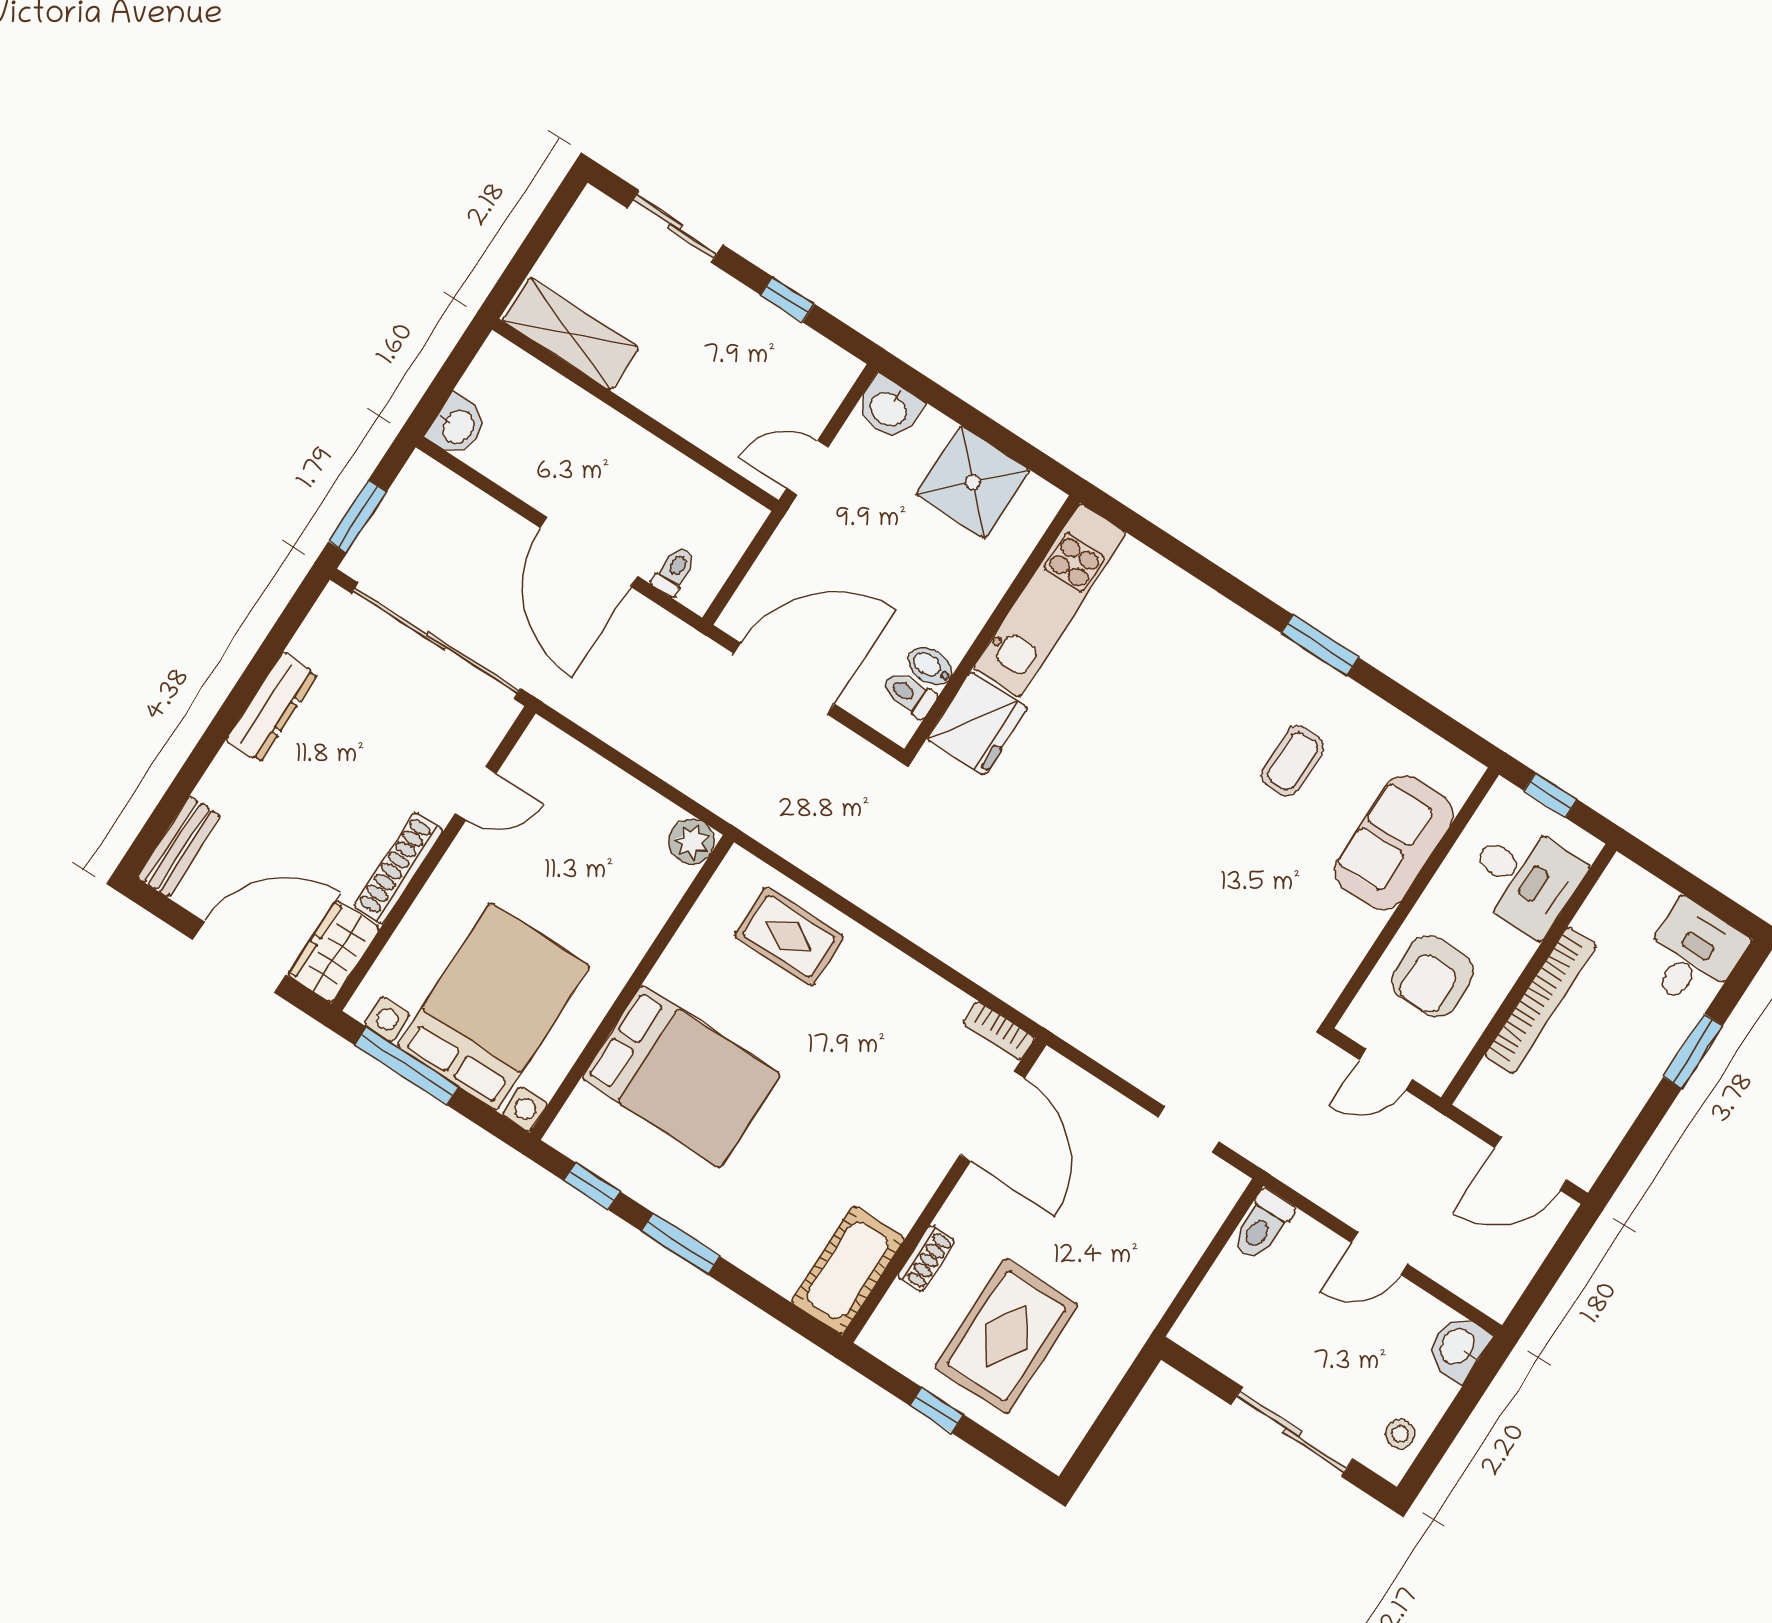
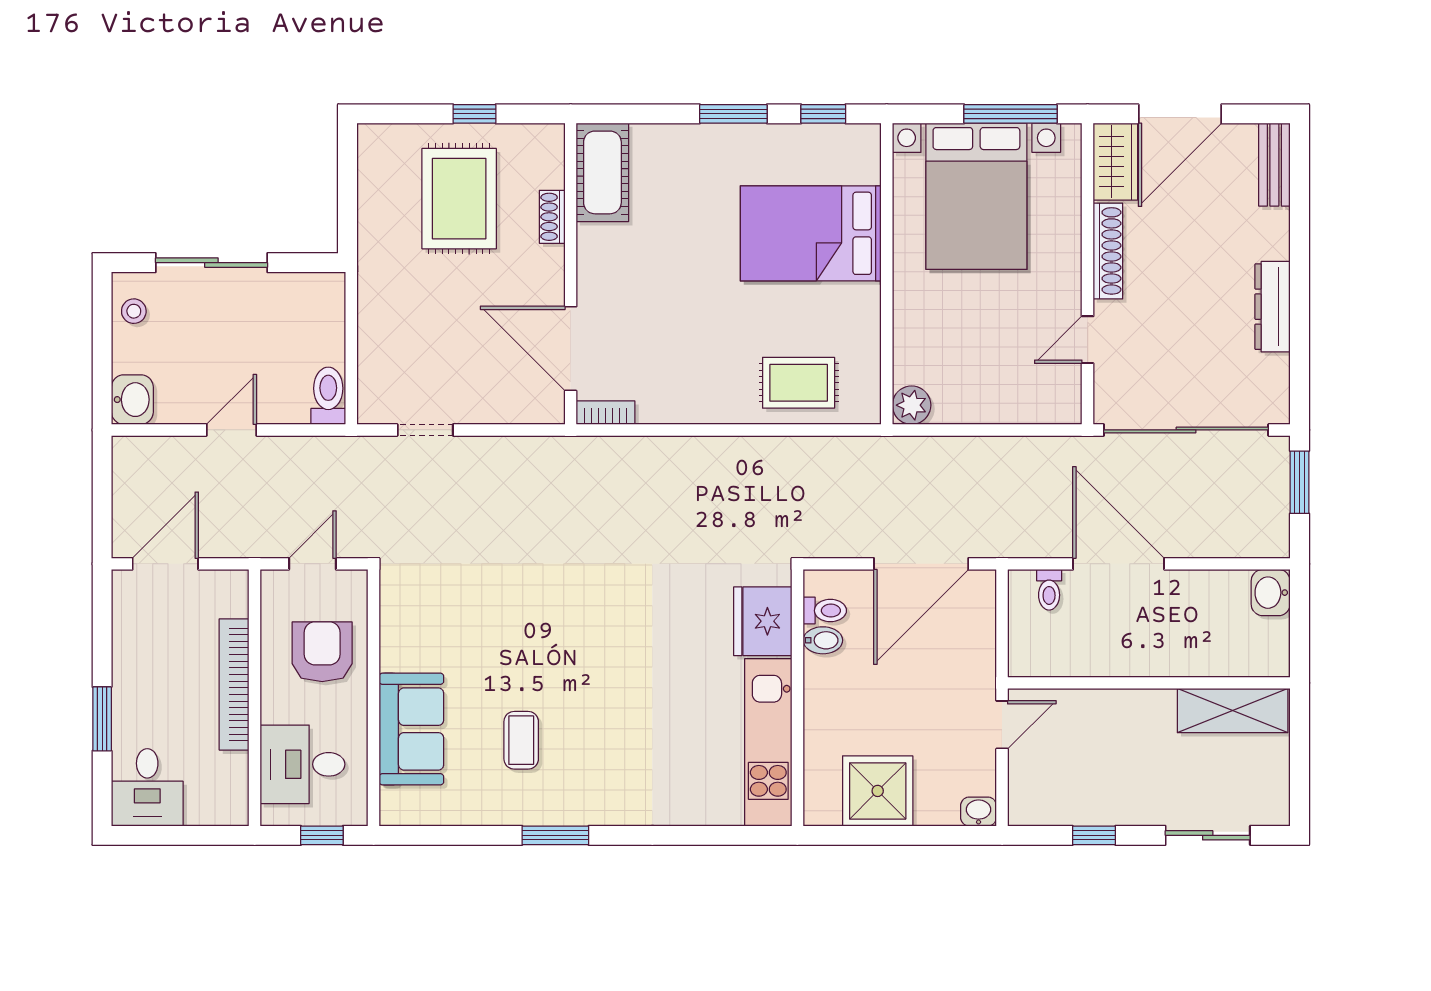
washbasin: (889, 408) -> (979, 812), width x0.72, depth x0.69

